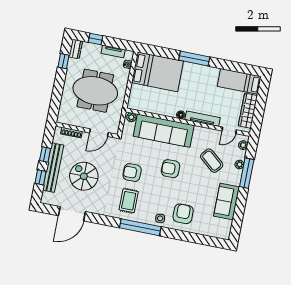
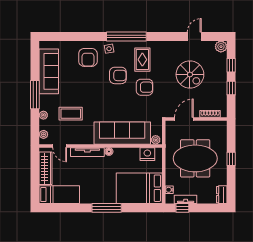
window: (95, 39) -> (182, 208), moved
window: (64, 61) -> (231, 159), moved
nightstand: (143, 105) -> (147, 154), added
door: (229, 130) -> (60, 146), swing flipped
coffee table: (212, 161) -> (71, 114), turned -40
bench: (53, 168) -> (221, 77), removed
armchair: (171, 169) -> (118, 75), moved
window: (247, 173) -> (35, 95), moved
plant: (47, 198) -> (221, 47), added
sofa: (227, 202) -> (49, 71), width x1.36
door: (72, 214) -> (194, 36), width x0.53

